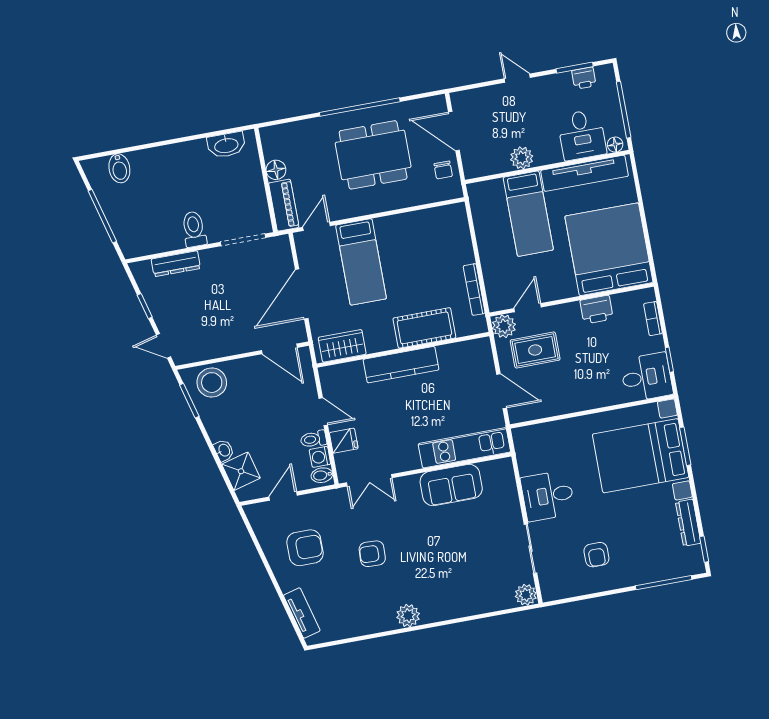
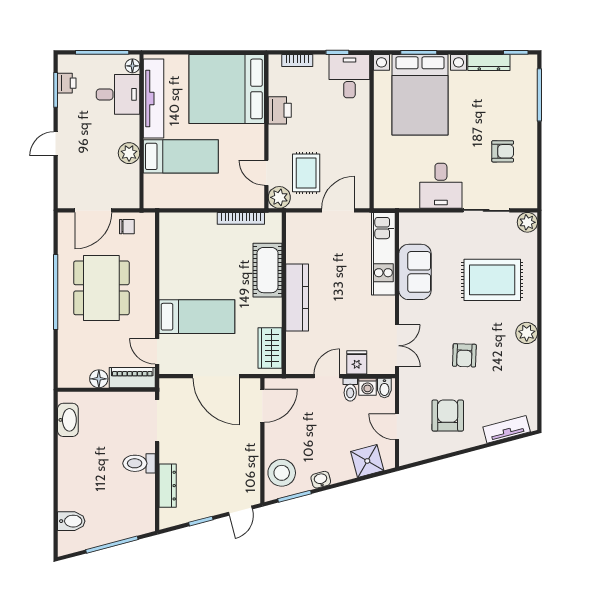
washbasin: (224, 450) -> (321, 480), moved
rug: (458, 569) -> (492, 280), added

